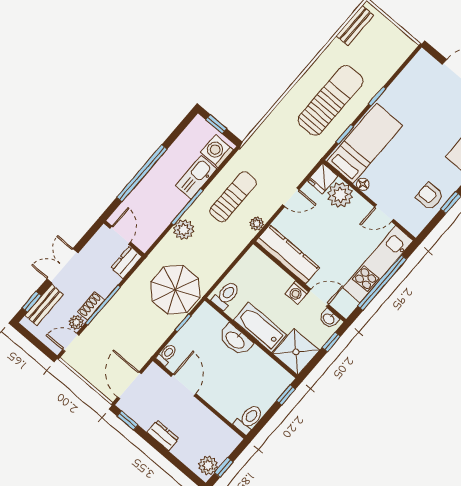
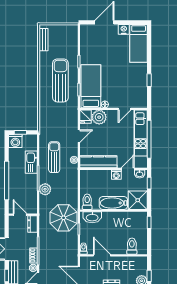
washing machine: (217, 151) -> (15, 141), moved, turned -90
armchair: (430, 196) -> (138, 85), removed
washbasin: (235, 340) -> (92, 217), moved
toilet: (249, 419) -> (132, 246), moved

